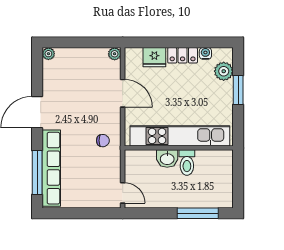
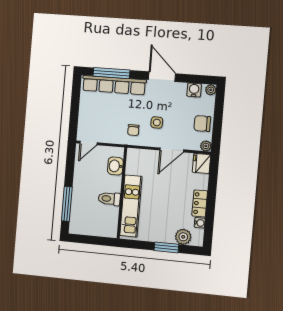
fridge: (154, 57) -> (201, 163), moved
chair: (89, 60) -> (202, 124), added
water cooler: (50, 73) -> (194, 90), added
side table: (92, 114) -> (157, 122), added
kitchen unit: (180, 136) -> (131, 206), width x0.73
washbasin: (167, 159) -> (115, 166), moved

